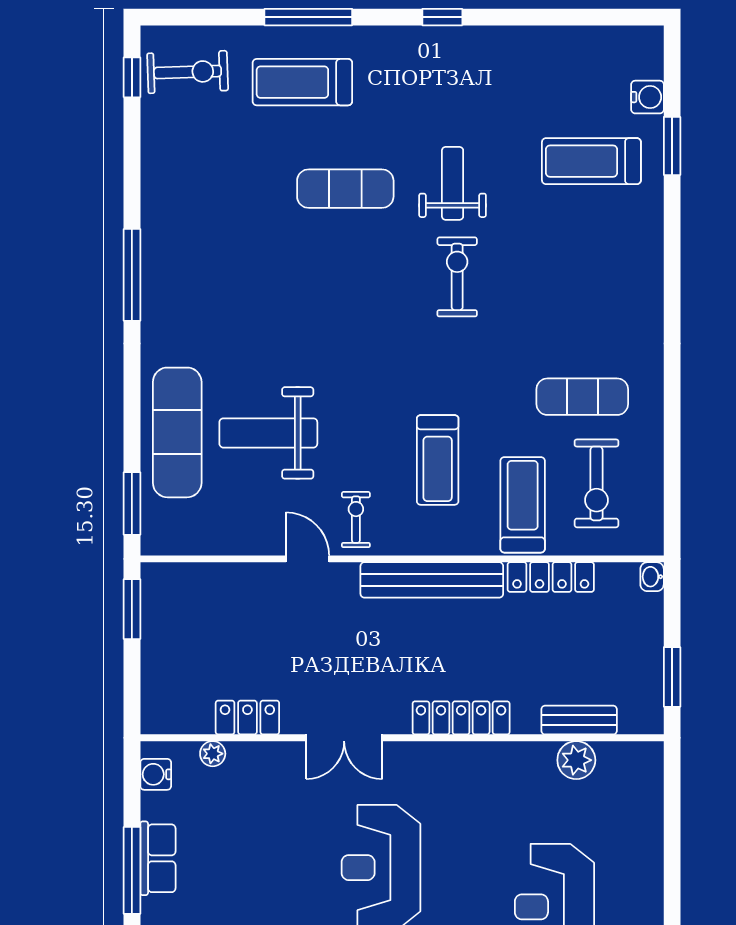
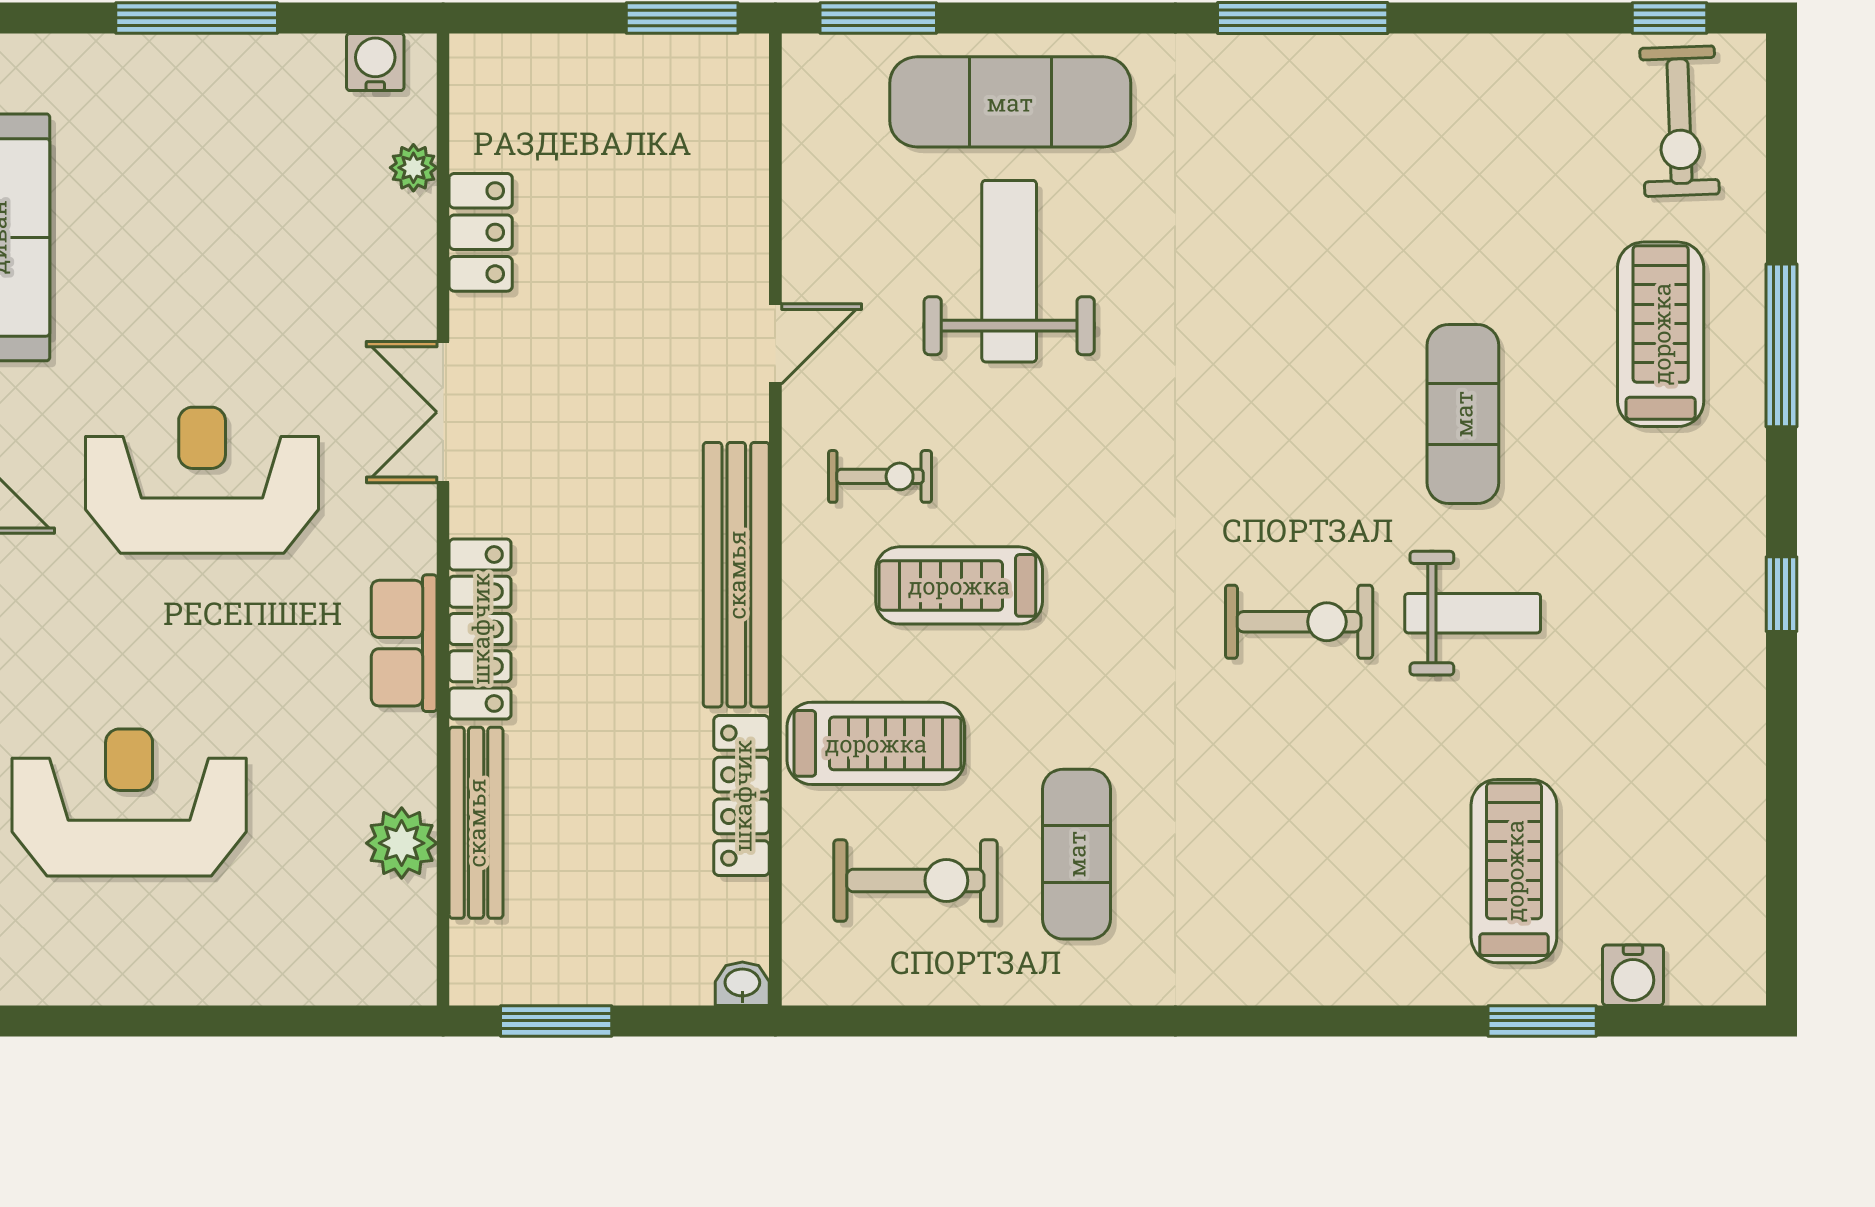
exercise bike: (596, 483) -> (915, 881), turned 180
exercise bike: (356, 520) -> (880, 476), moved
bench: (579, 720) -> (476, 823), width x1.36
row of seats: (158, 858) -> (404, 643), moved, turned 90

